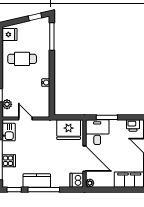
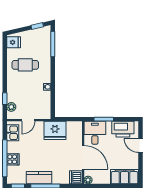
door: (25, 119) -> (28, 120), swing flipped
printer: (133, 125) -> (123, 129), width x1.87, depth x1.48
fridge: (69, 130) -> (55, 130), moved

